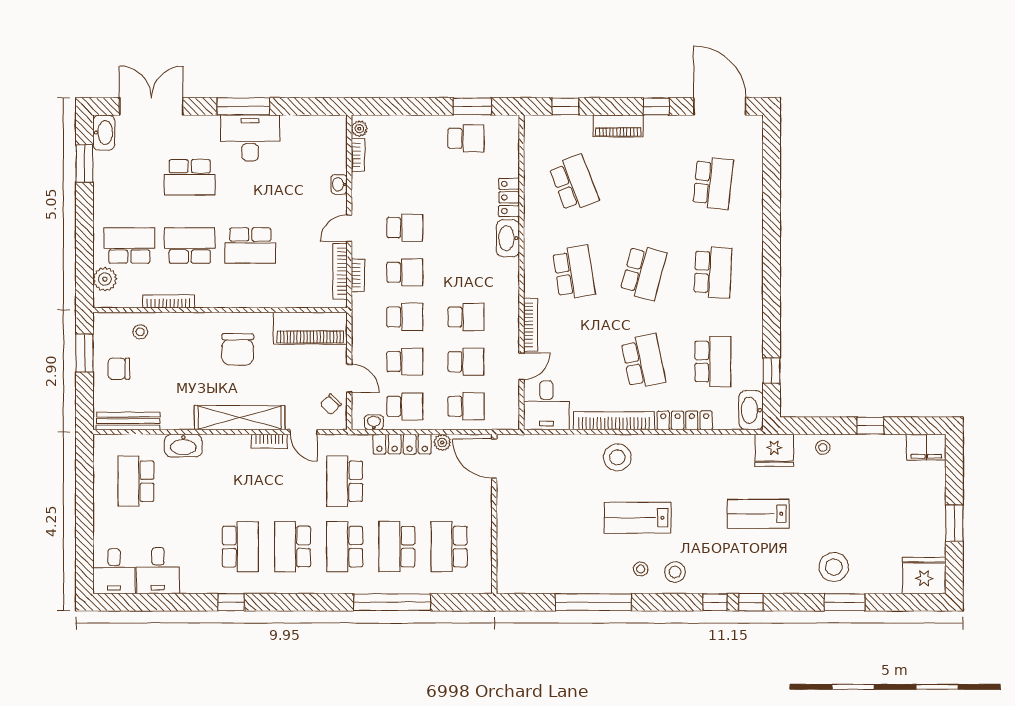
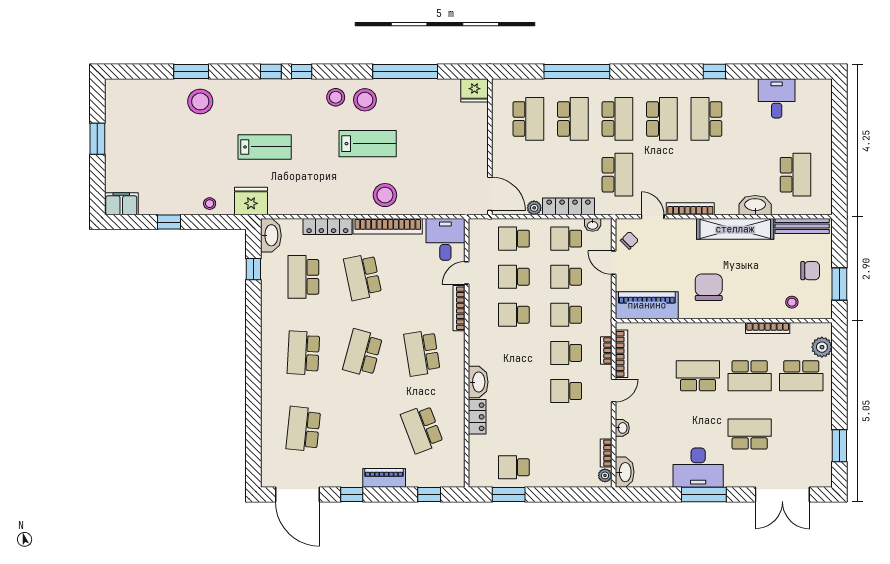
washbasin: (104, 133) -> (625, 472), moved, turned 180
shelving: (240, 418) -> (735, 229), moved
bookcase: (269, 441) -> (690, 209), width x1.56
stool: (641, 569) -> (365, 100), width x1.89, depth x1.89
desk: (114, 571) -> (814, 98), removed
fridge: (924, 575) -> (474, 90), moved, width x0.73, depth x0.75

